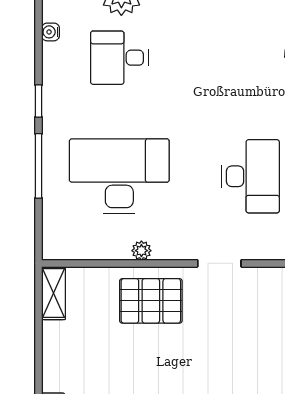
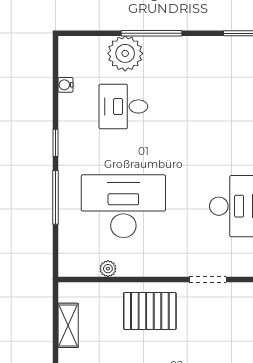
plant: (141, 251) -> (108, 269), moved
shelving: (54, 293) -> (68, 325), moved

